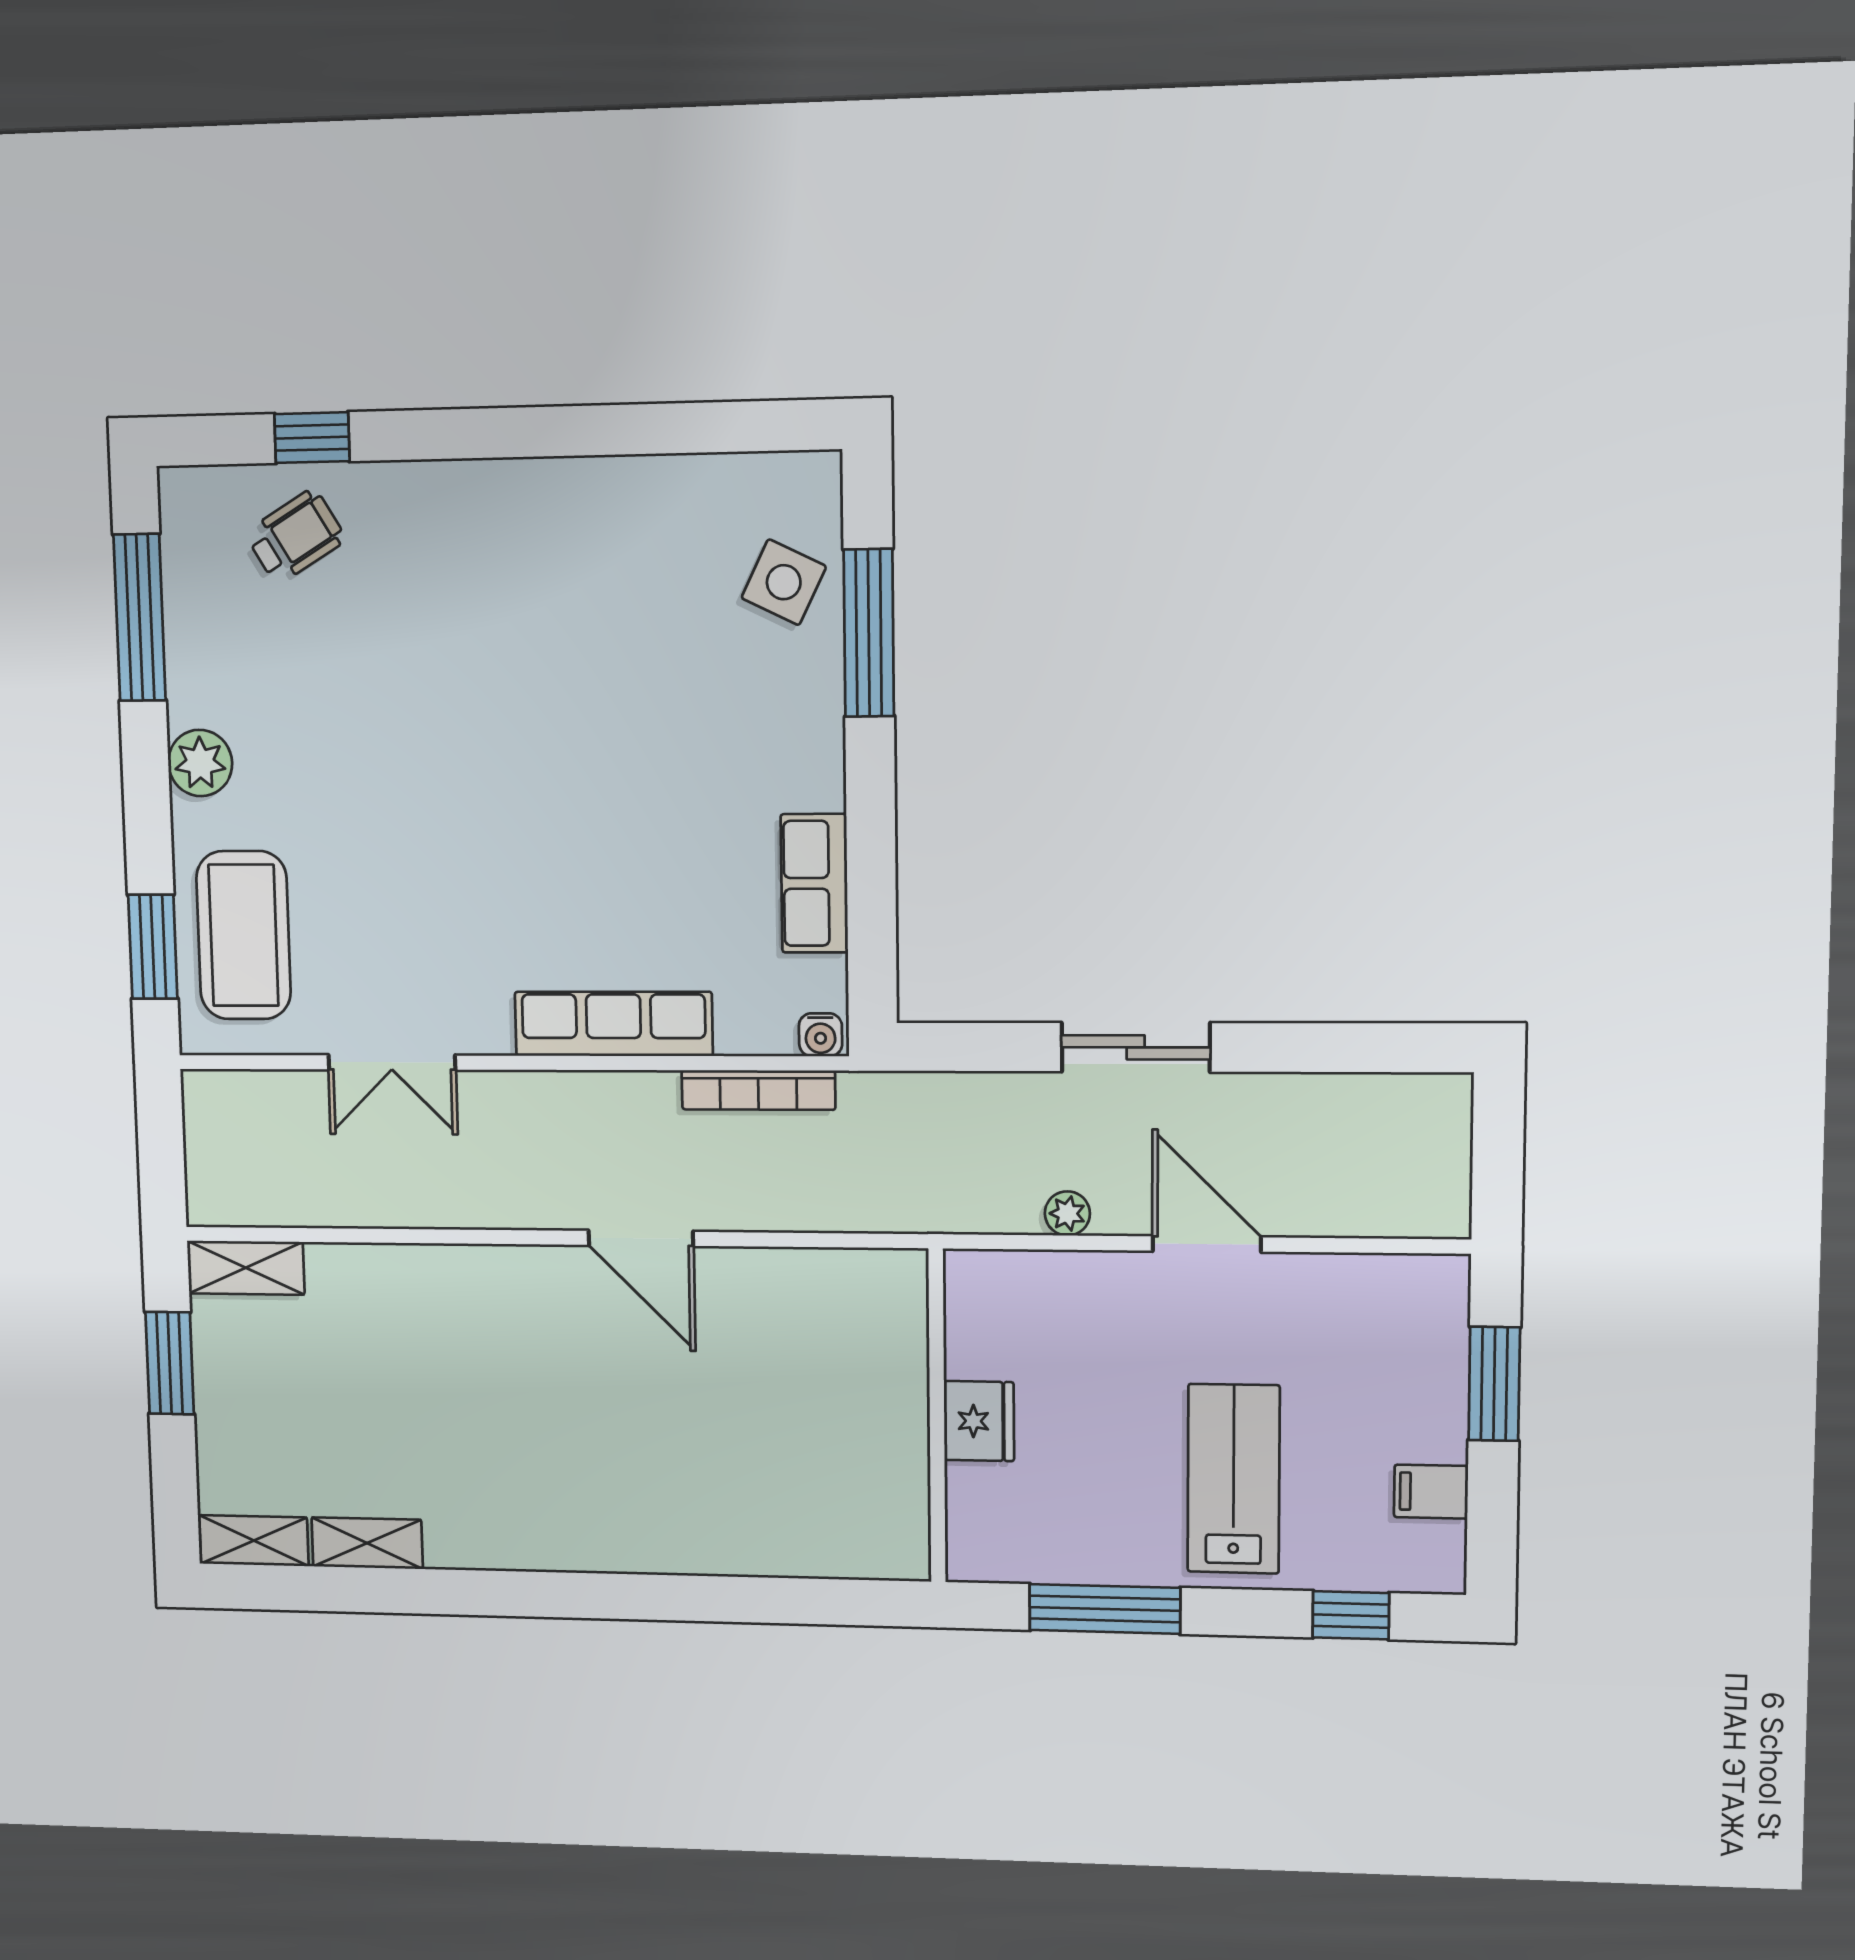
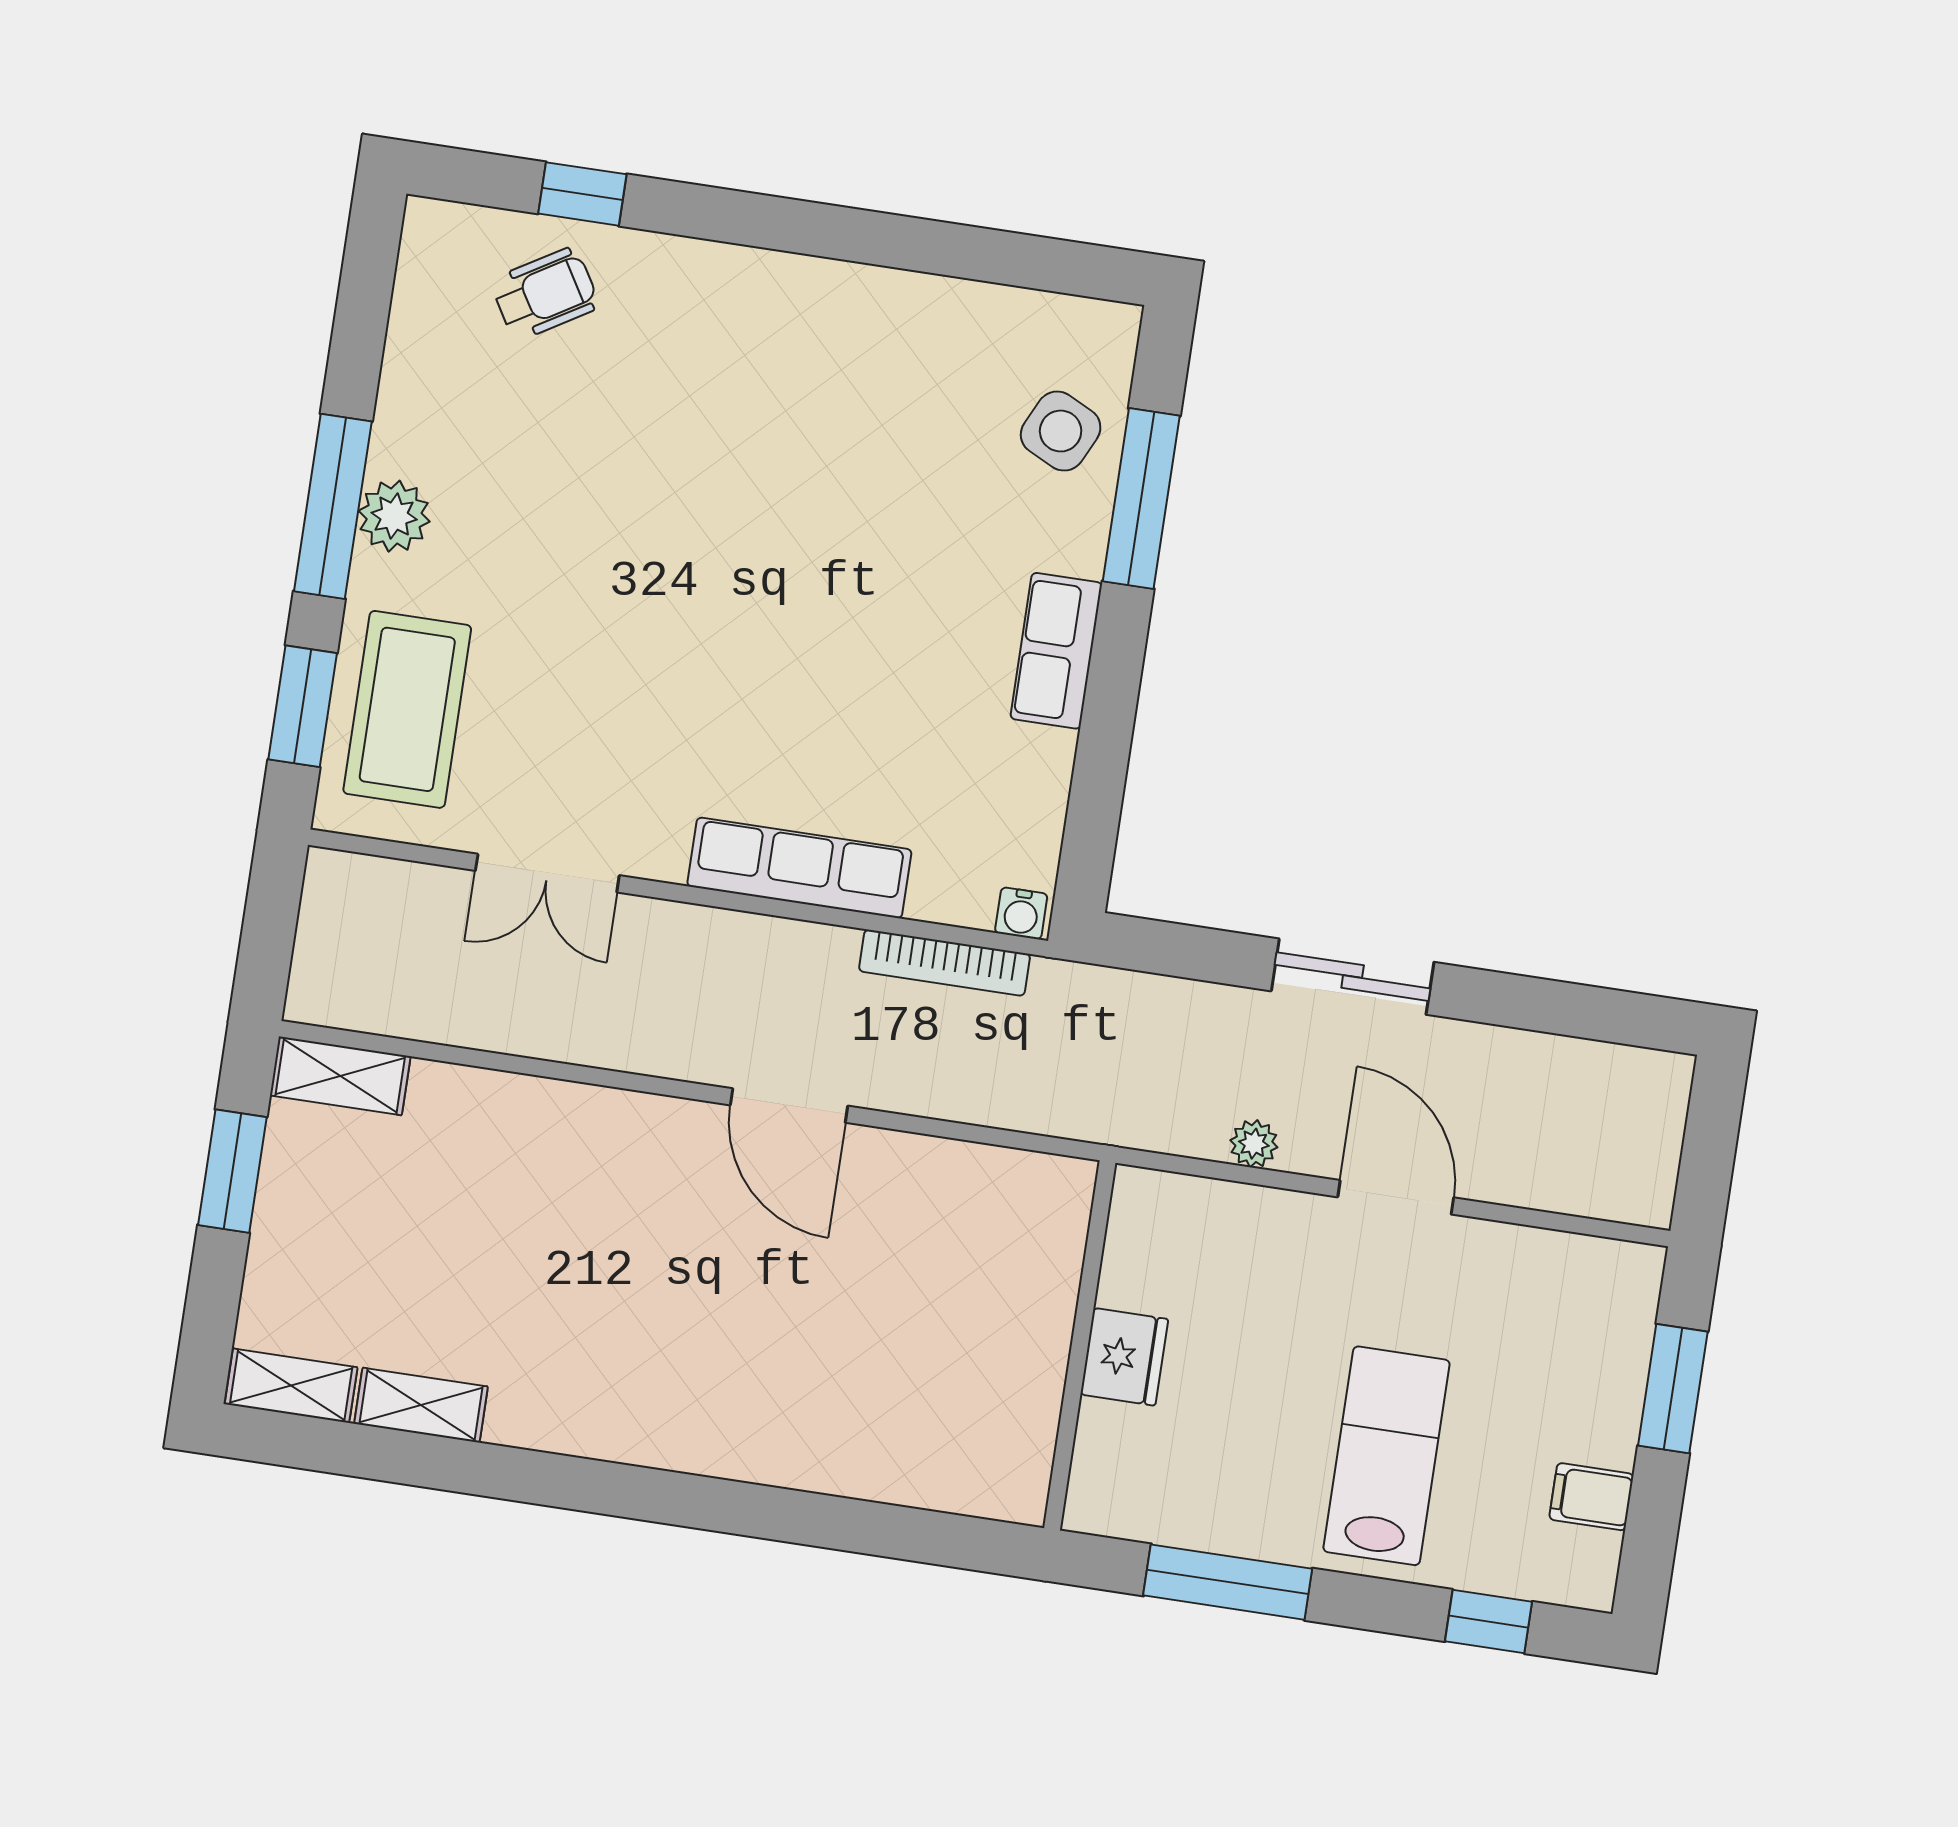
window: (140, 618) -> (333, 506), moved
row of seats: (814, 883) -> (1056, 651), moved

